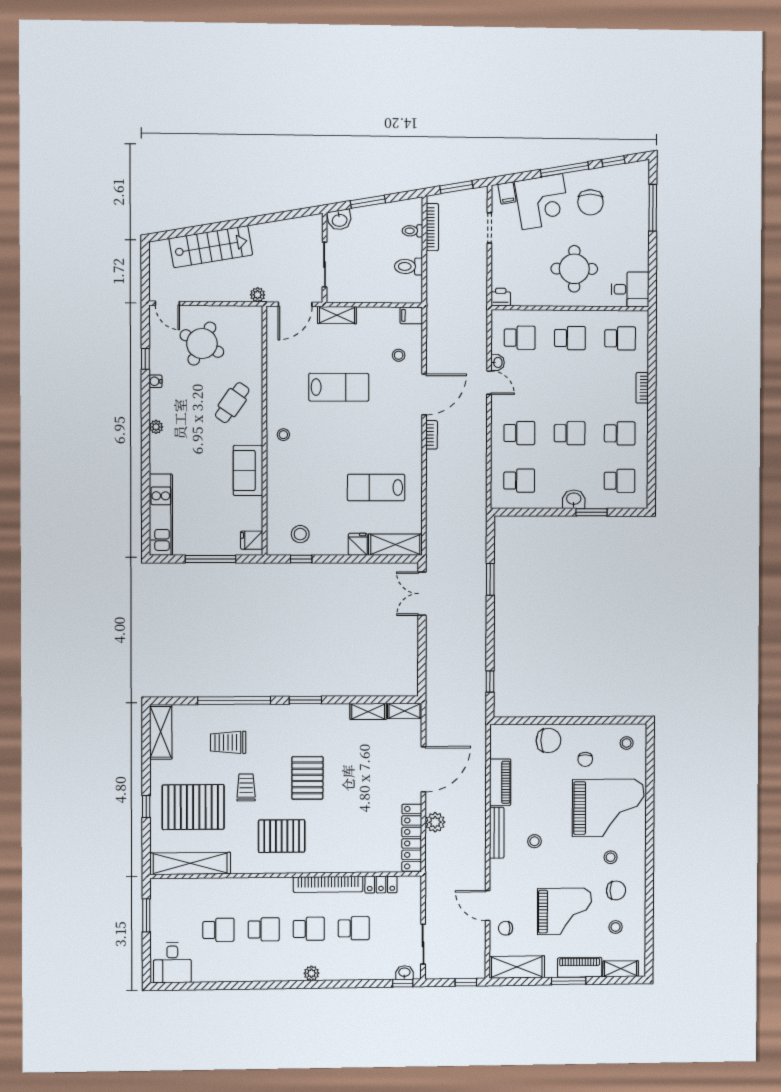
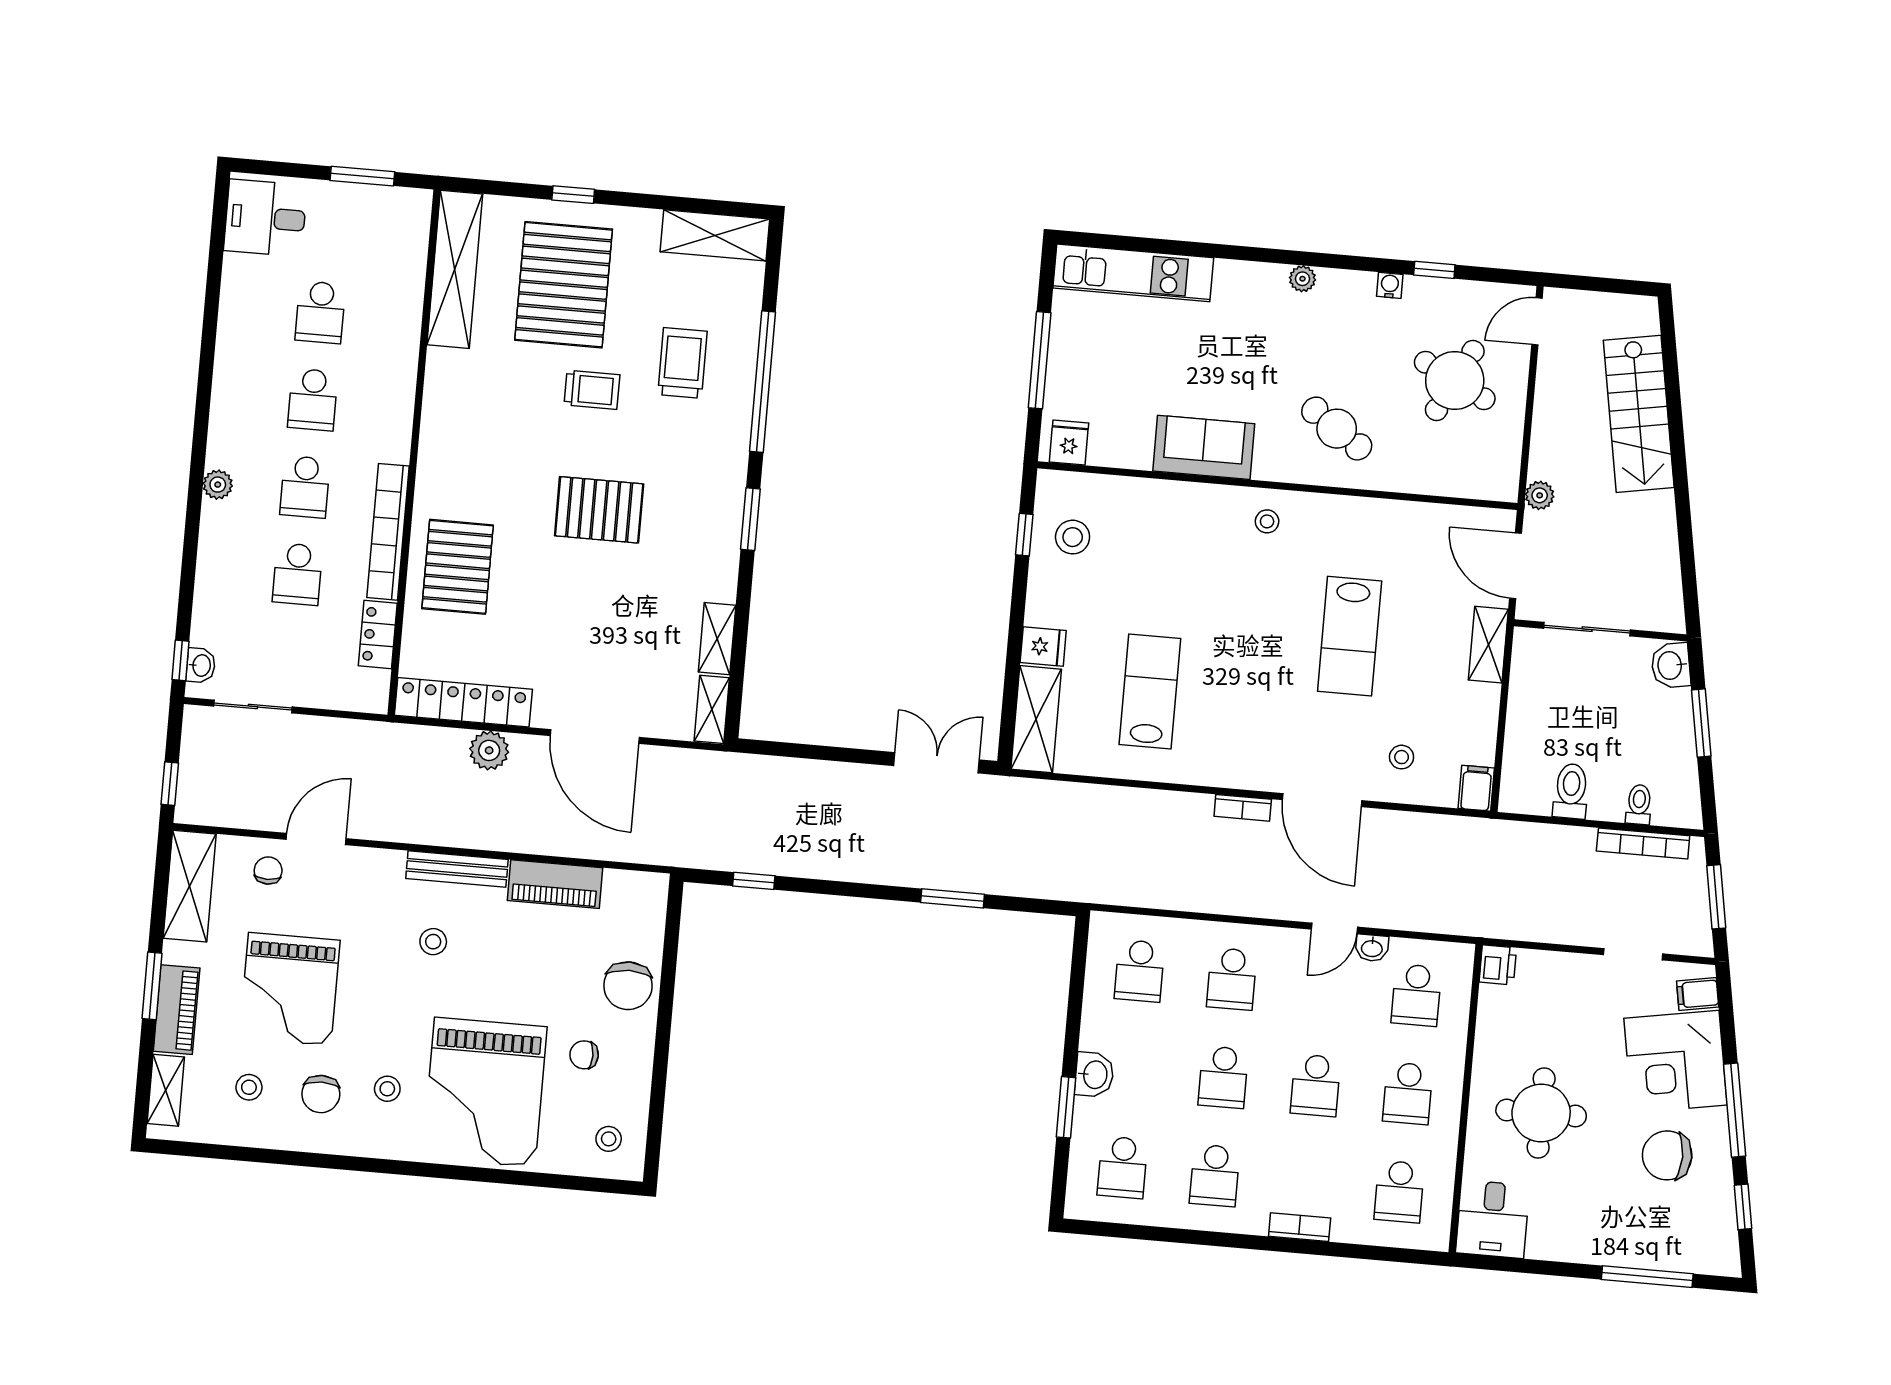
school desk: (570, 386) -> (1315, 1085), added
pallet: (282, 836) -> (458, 567), moved

